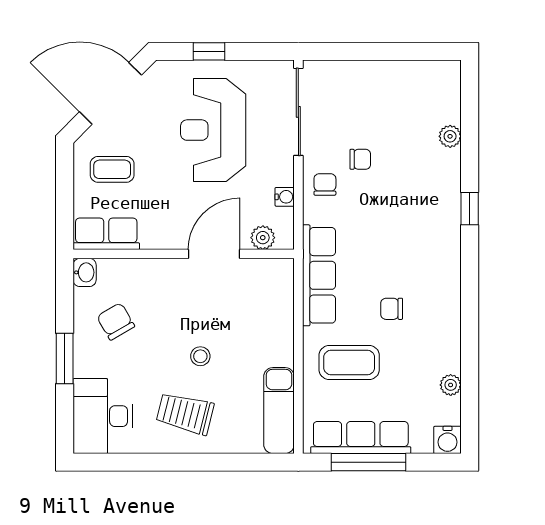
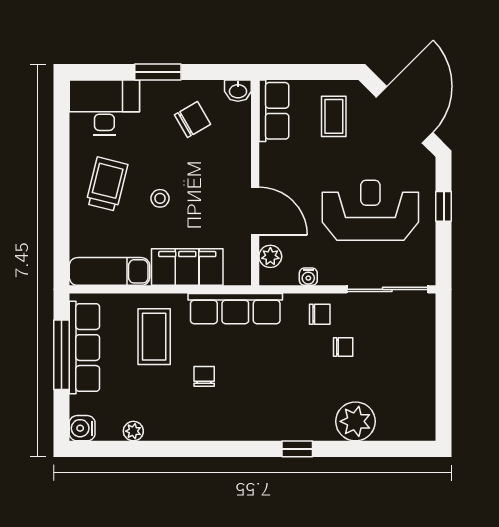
plant: (450, 136) -> (355, 421), width x1.88, depth x1.88
chair: (360, 159) -> (343, 347), turned -90
filing cabinet: (274, 327) -> (187, 267), added

